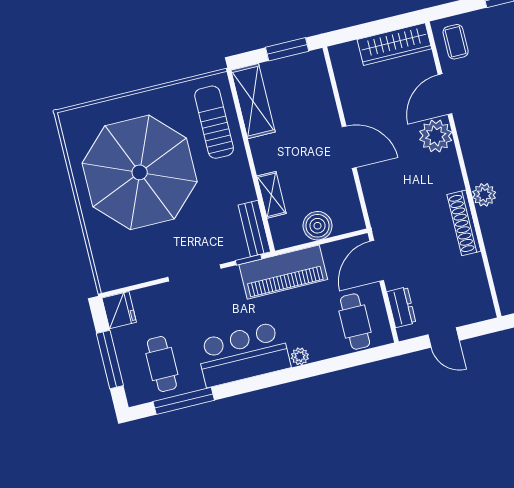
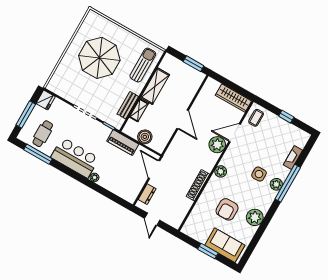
shelving: (253, 101) -> (155, 86), moved
parasol: (140, 172) -> (99, 58), width x0.73, depth x0.73
plant: (484, 195) -> (221, 171), moved
bench: (254, 228) -> (128, 105), moved
door: (377, 261) -> (154, 169), hinge flipped
piano: (283, 272) -> (123, 143), width x0.73, depth x0.75
cafe table: (355, 322) -> (126, 184), removed

